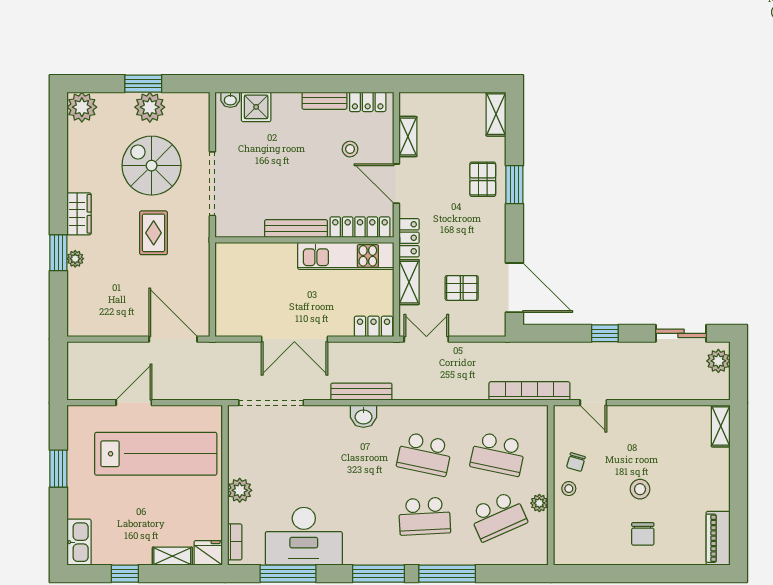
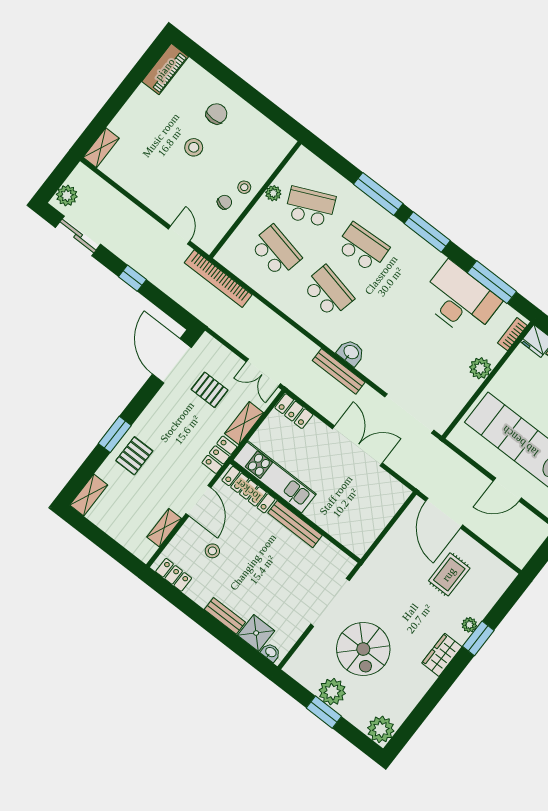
bench: (324, 101) -> (225, 616), moved
rug: (154, 233) -> (449, 574), moved

